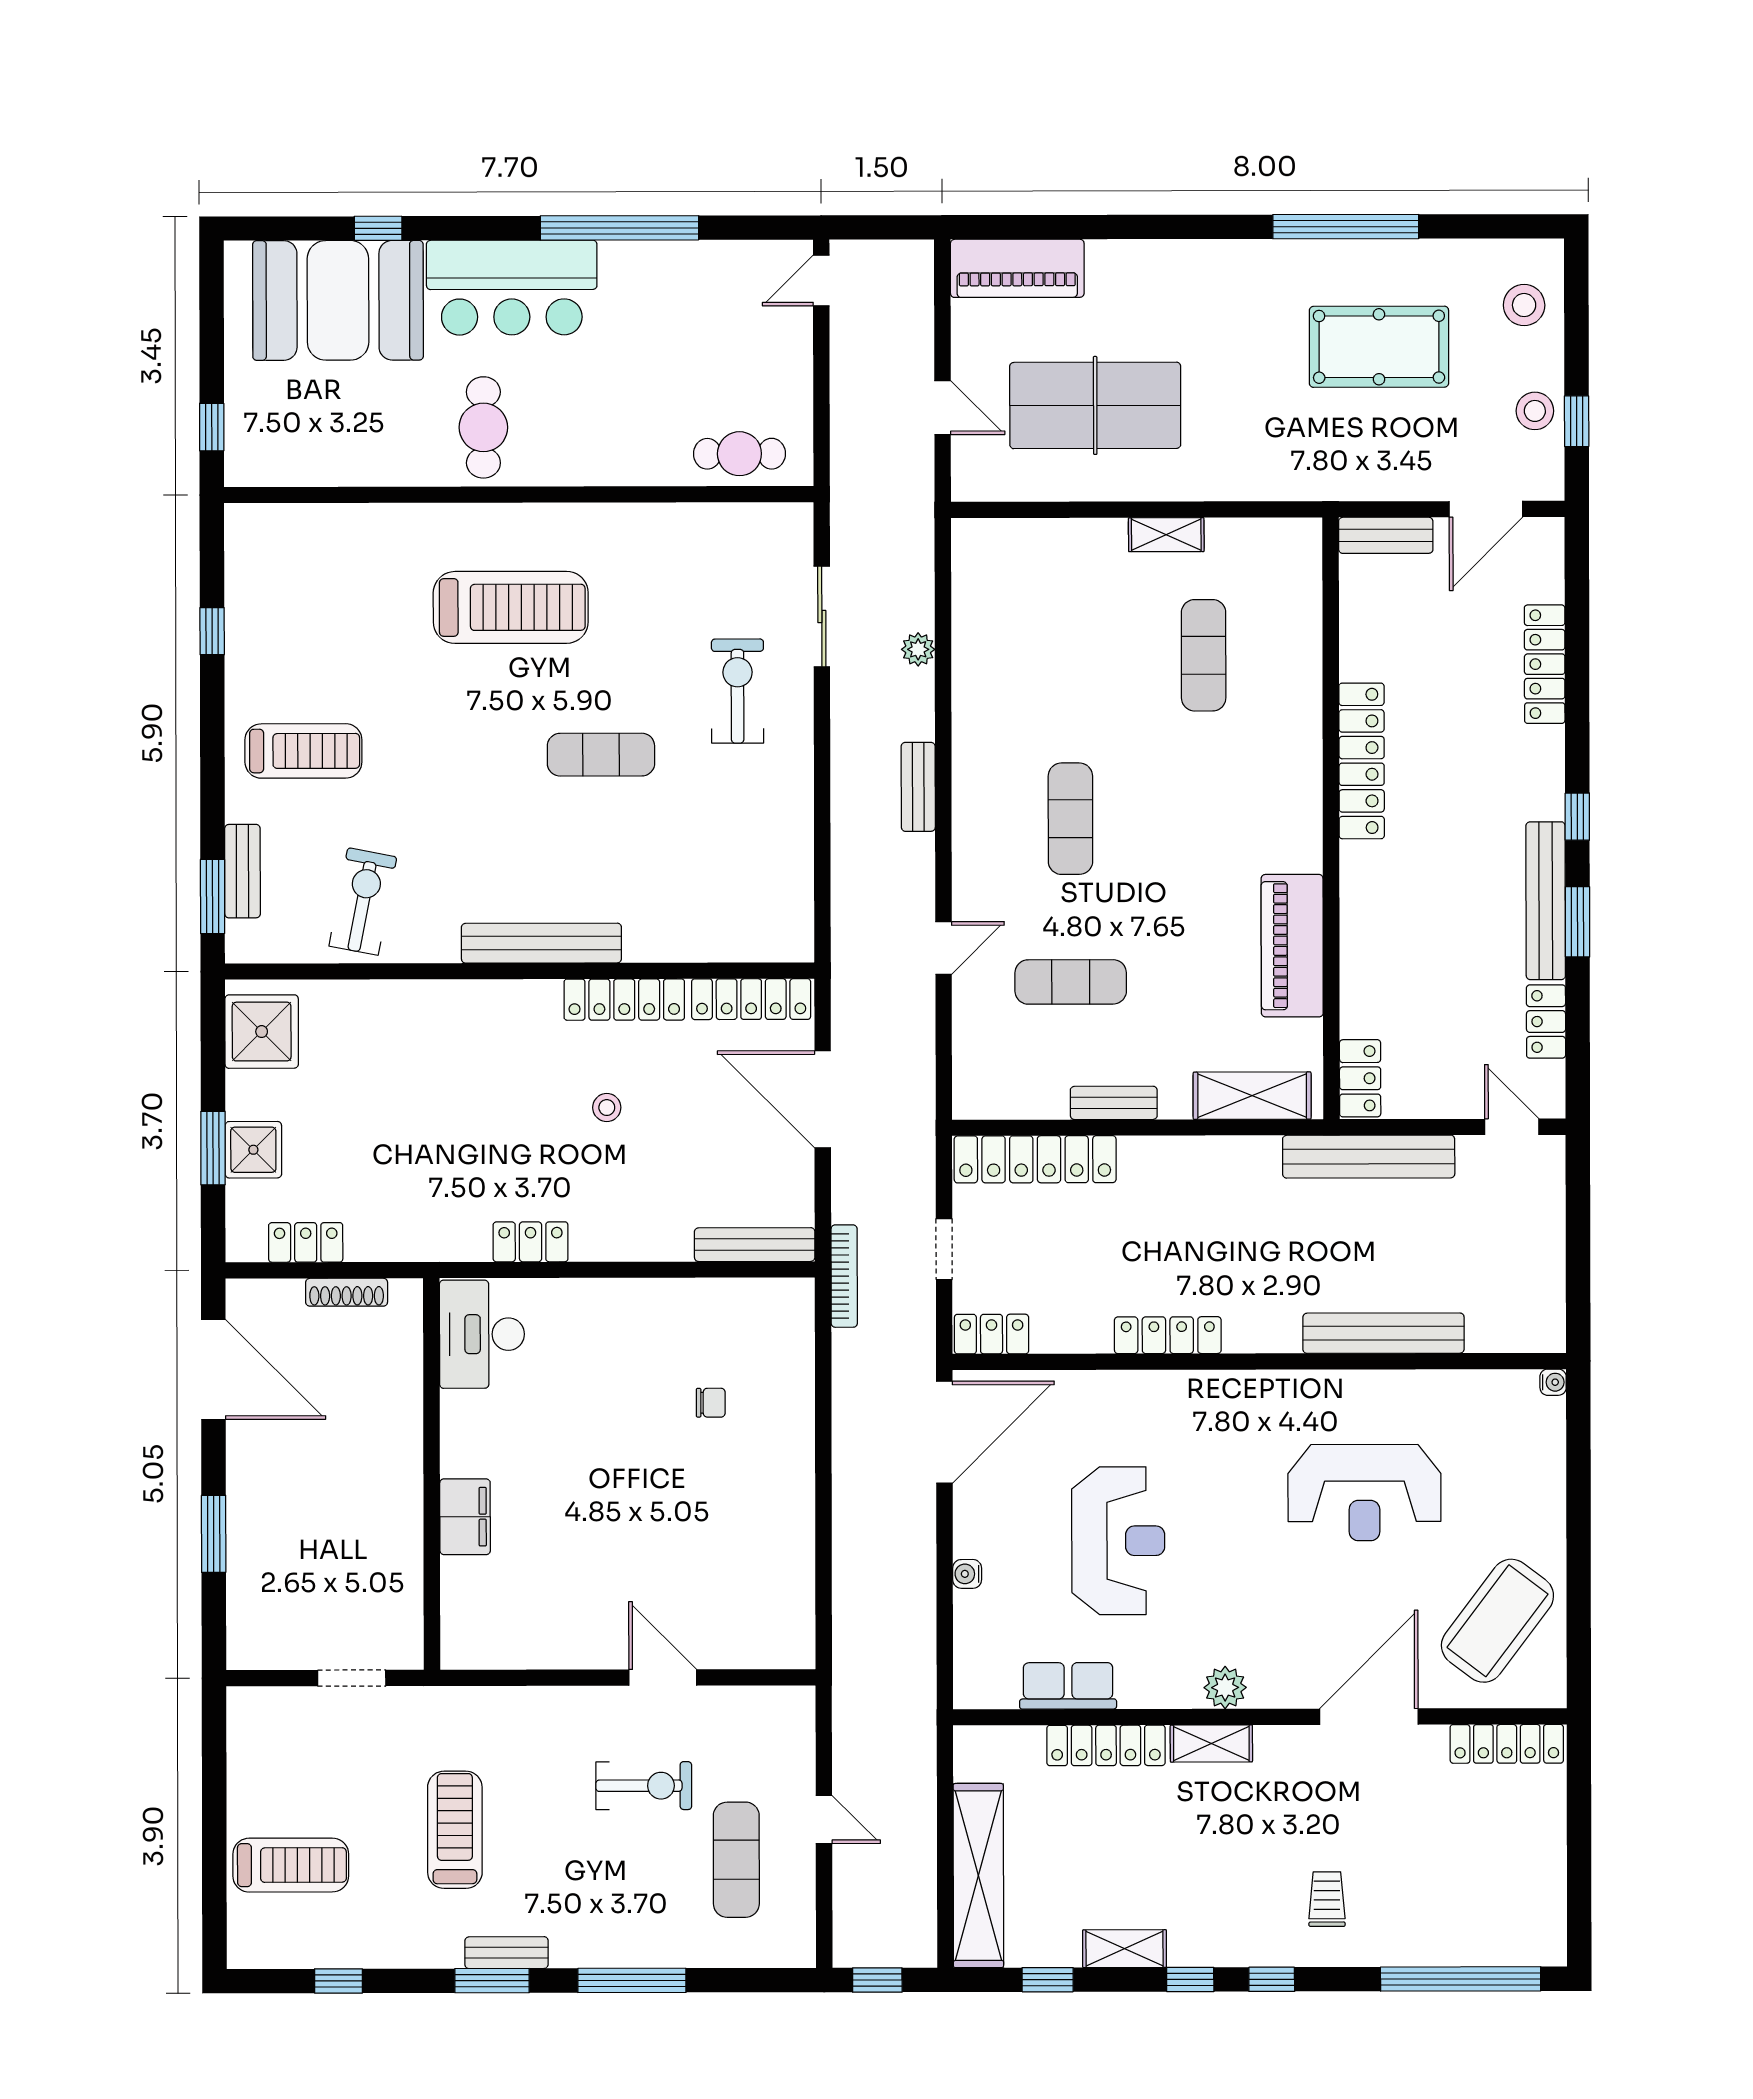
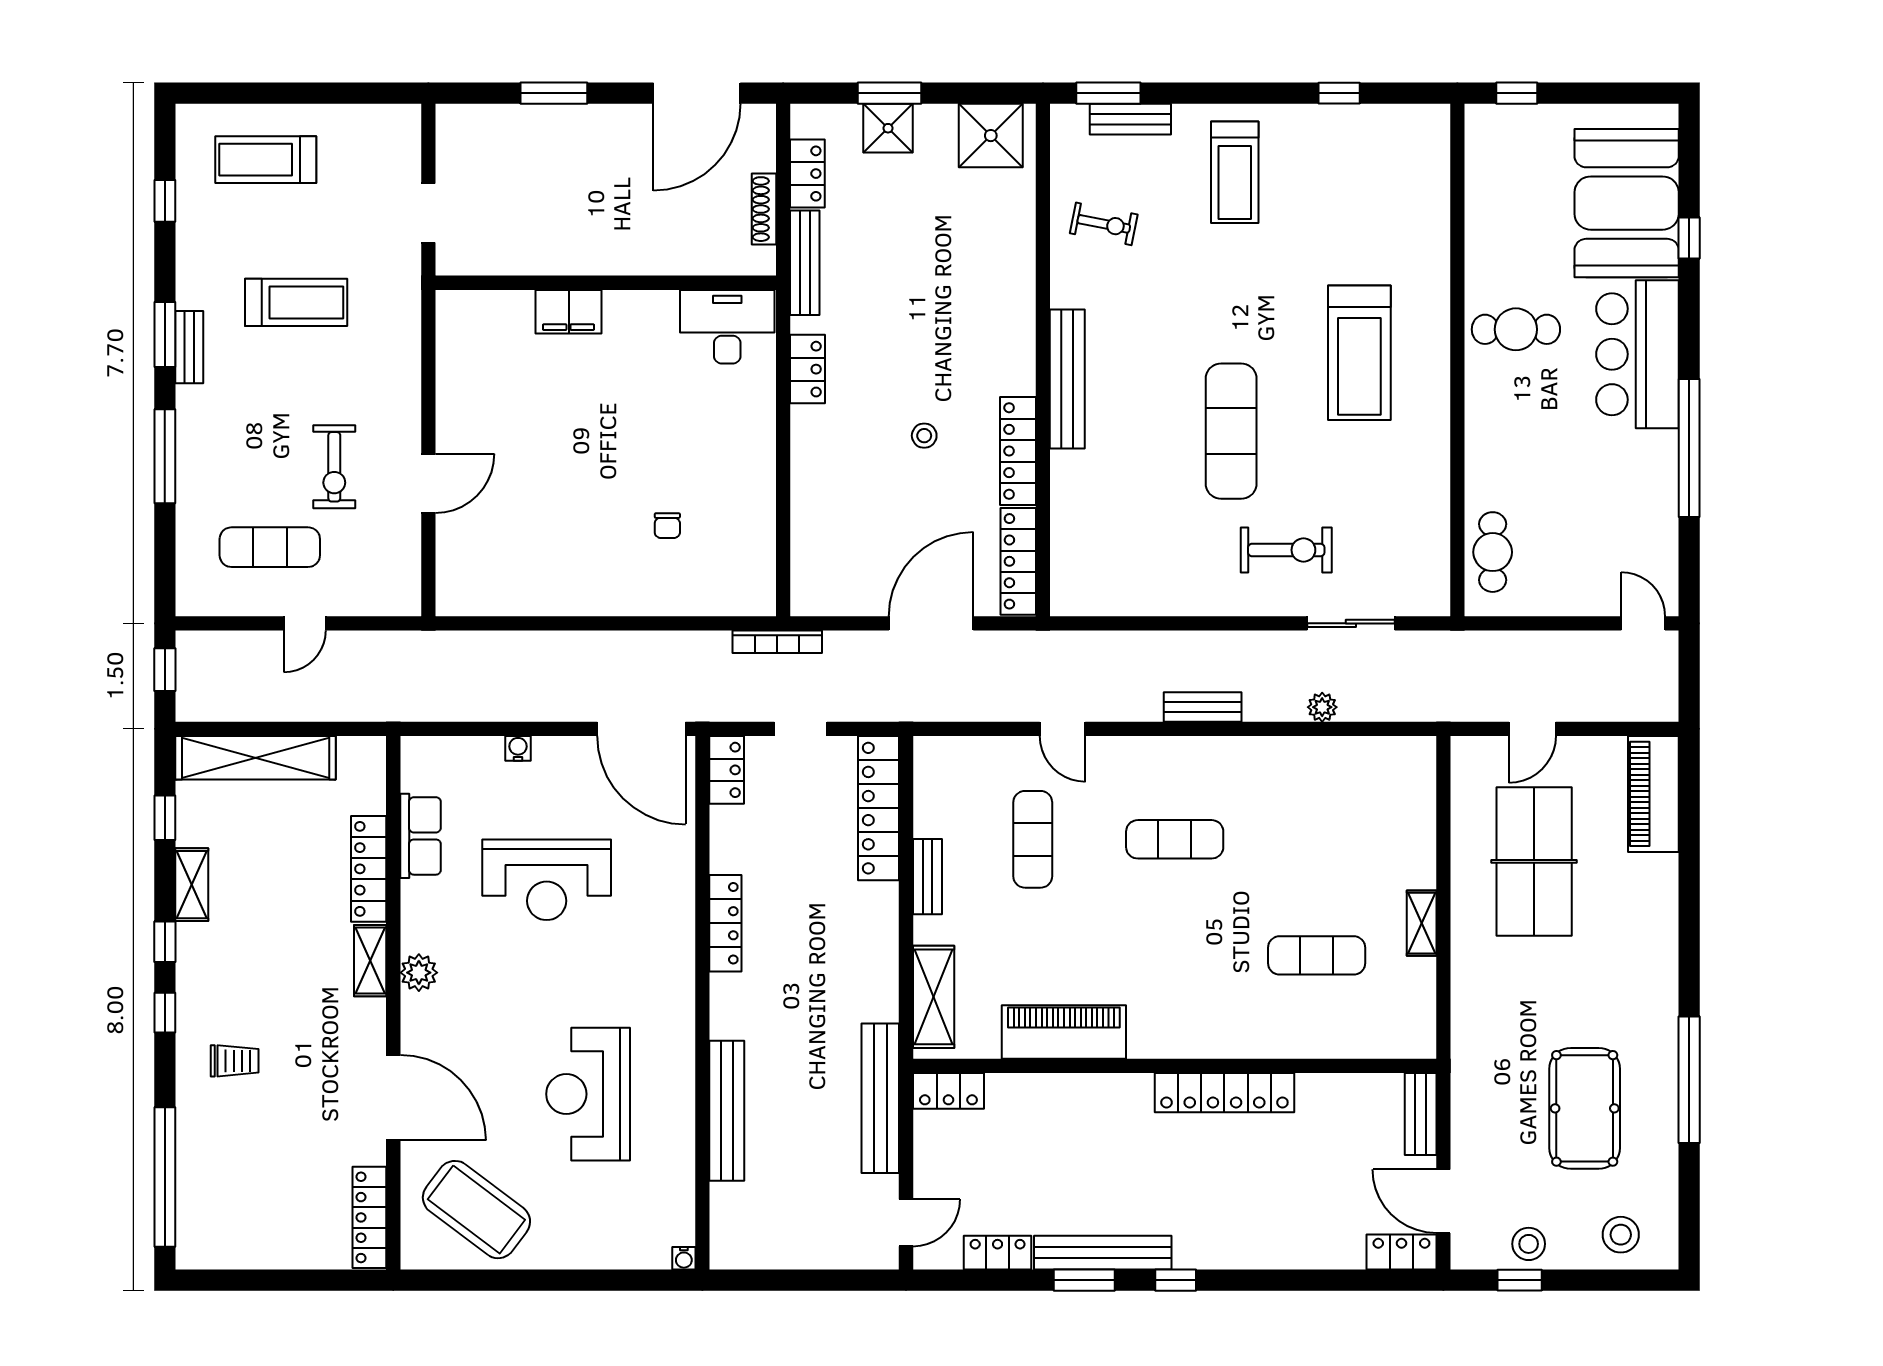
locker: (1545, 664) -> (1401, 1252), moved, width x0.66
exercise mat: (601, 755) -> (1231, 431), width x1.36, depth x1.45
exercise bike: (363, 901) -> (1104, 224), width x0.73, depth x0.72
bench: (755, 1245) -> (805, 263), moved
treadmill: (291, 1865) -> (266, 160), turned 90

